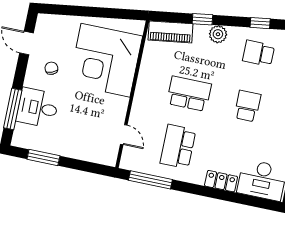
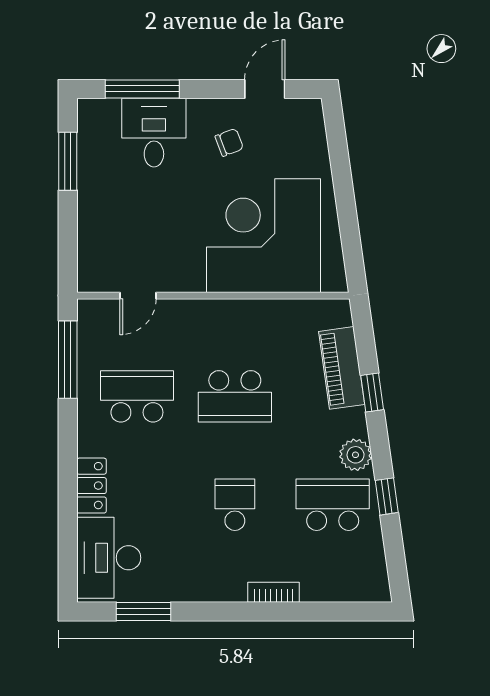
piano: (171, 32) -> (342, 368), moved
plant: (218, 34) -> (355, 455), moved
school desk: (259, 53) -> (333, 505), width x1.85
school desk: (189, 94) -> (235, 396), turned 90
school desk: (247, 106) -> (235, 505), turned -90

